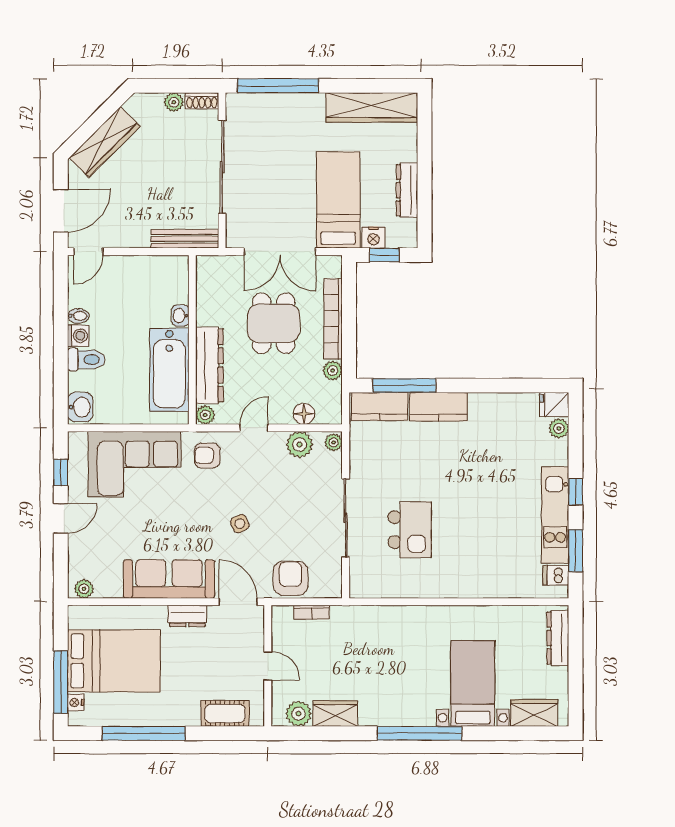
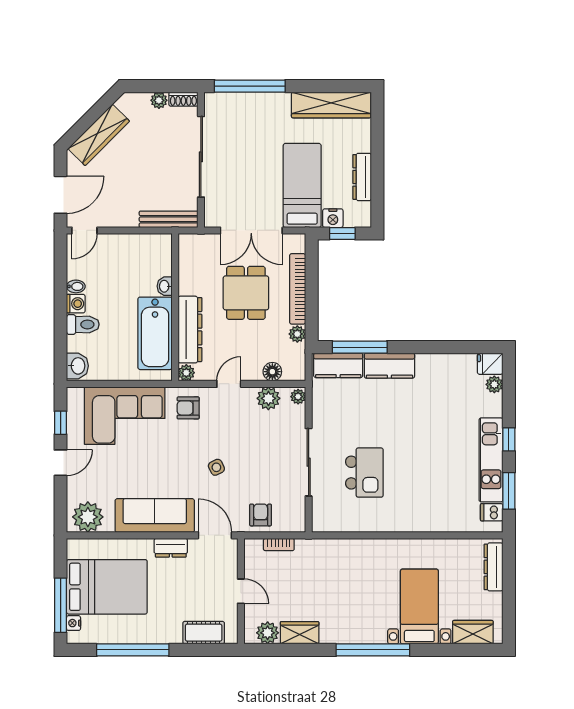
armchair: (290, 578) -> (261, 515), width x0.72, depth x0.72
plant: (84, 589) -> (88, 517), width x1.87, depth x1.87

